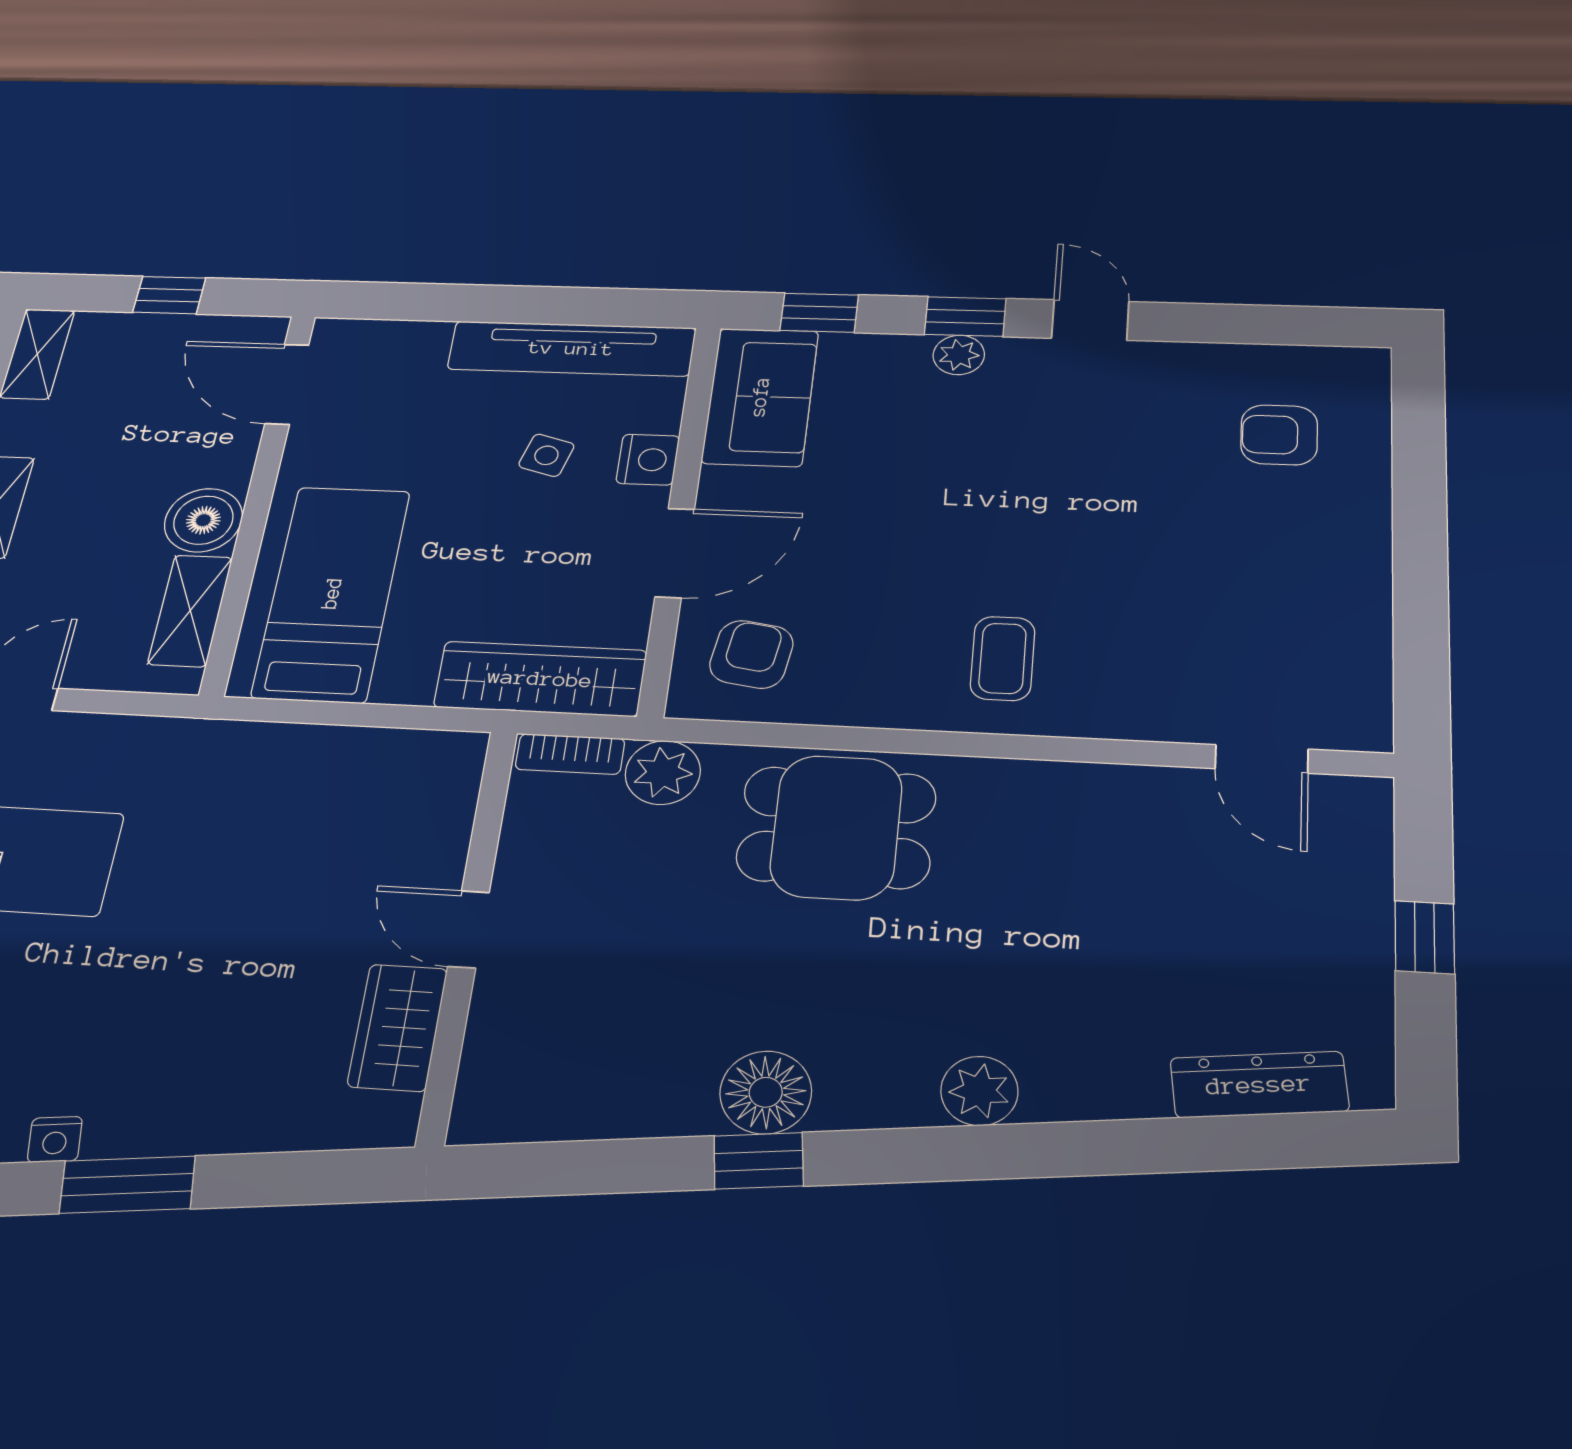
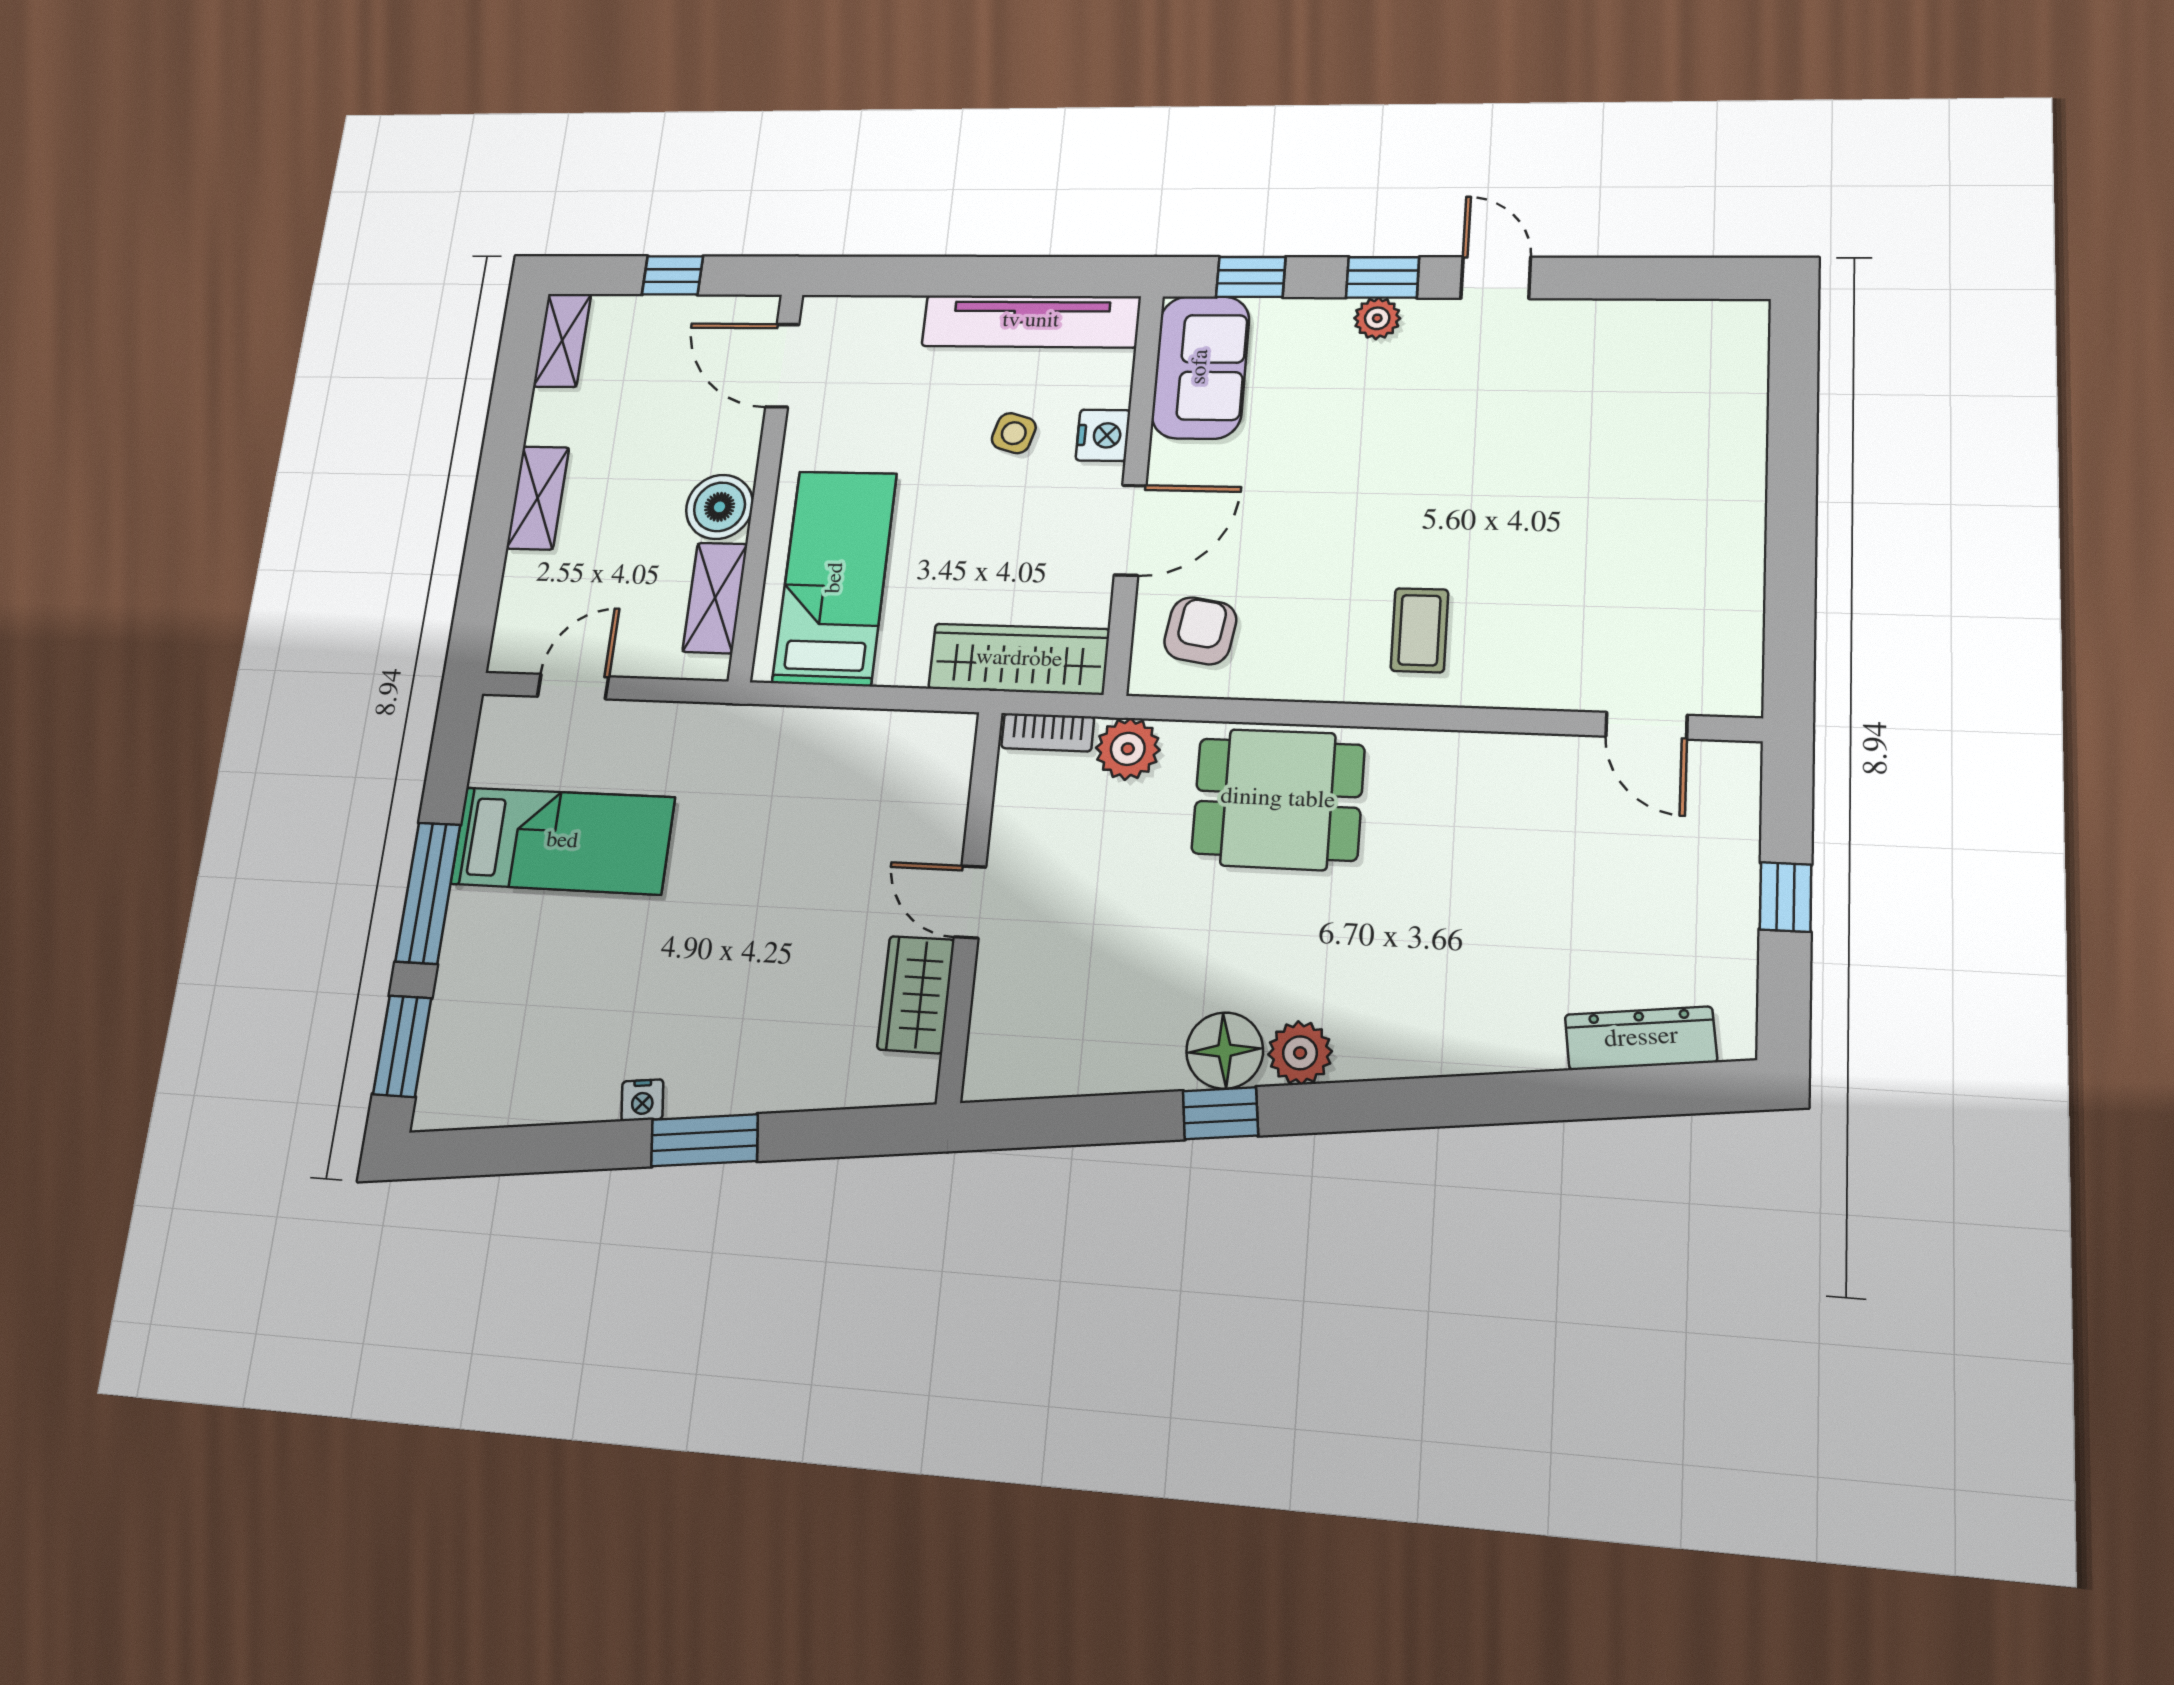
armchair: (1279, 435) -> (1666, 395), removed
plant: (979, 1091) -> (1300, 1053), moved

